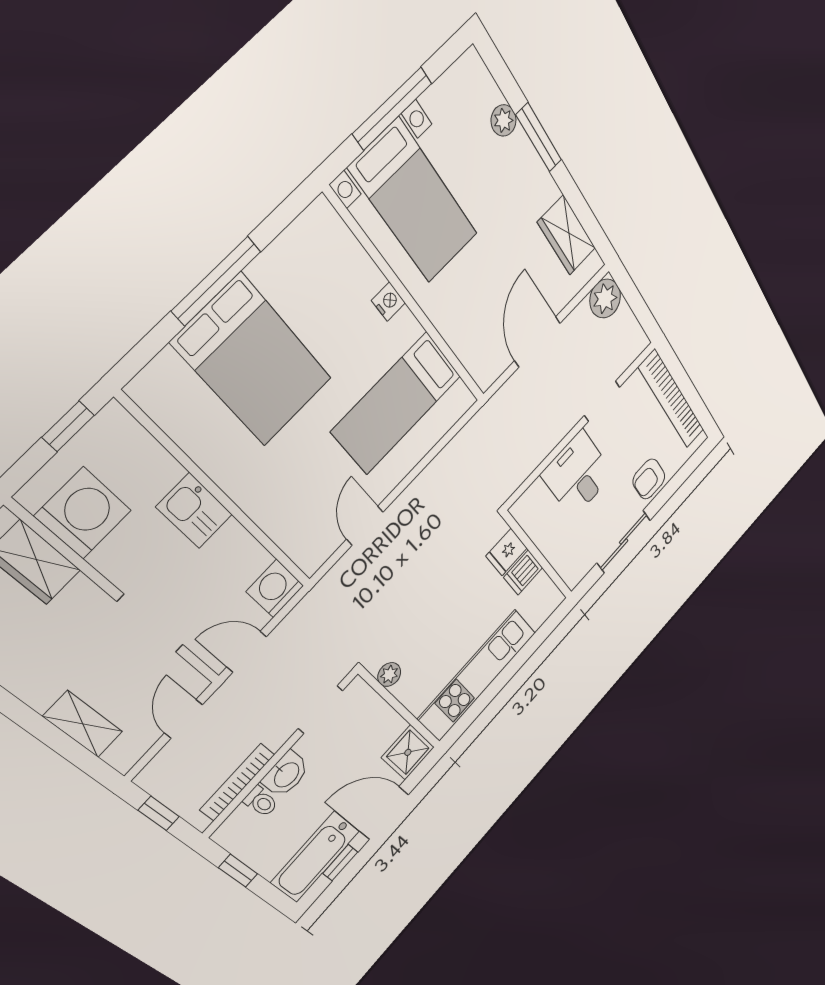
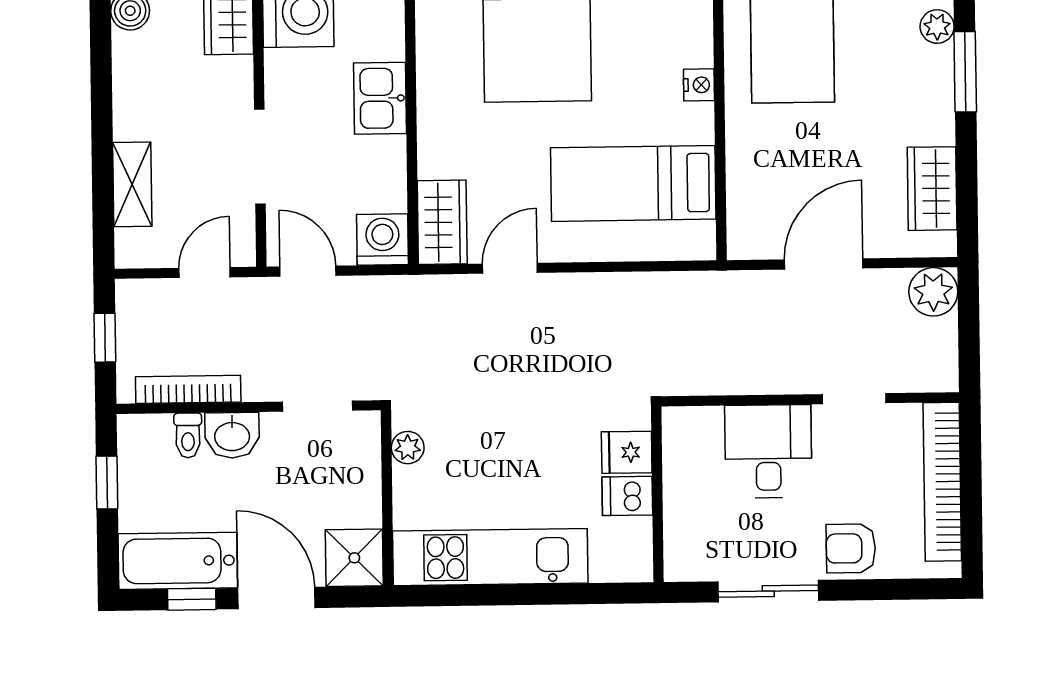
wardrobe: (302, 542) -> (442, 222), added

